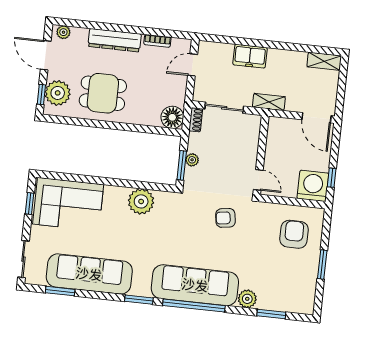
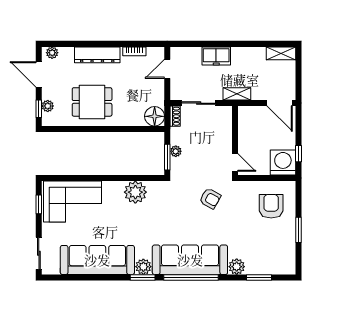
plant: (58, 93) -> (48, 106), width x0.53, depth x0.53
armchair: (225, 218) -> (210, 198), turned -143
plant: (141, 287) -> (143, 267), added
window: (60, 291) -> (74, 278), removed

